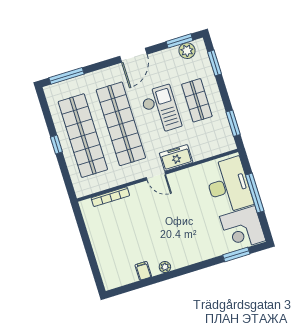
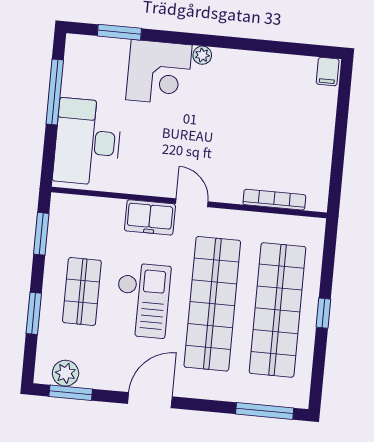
window: (214, 63) -> (34, 313), moved
checkout: (161, 110) -> (142, 300), turned 180
window: (255, 193) -> (55, 92), moved
corner desk: (243, 229) -> (159, 72), moved, turned 90
plant: (165, 267) -> (202, 55), moved
filing cabinet: (143, 271) -> (328, 72), moved

